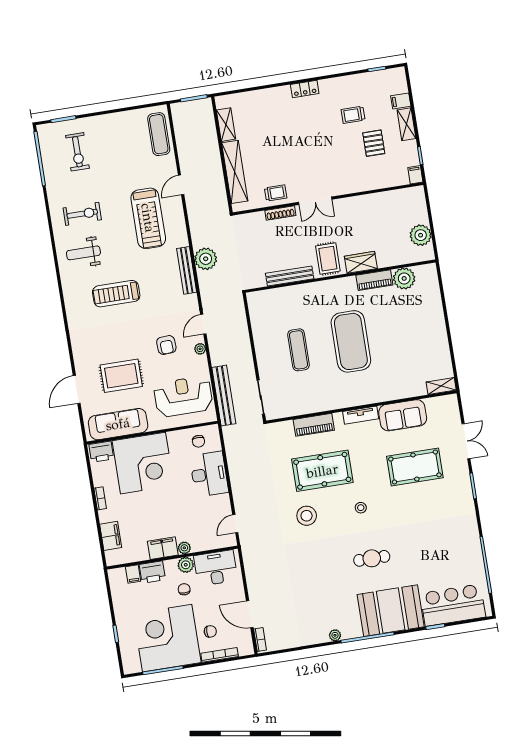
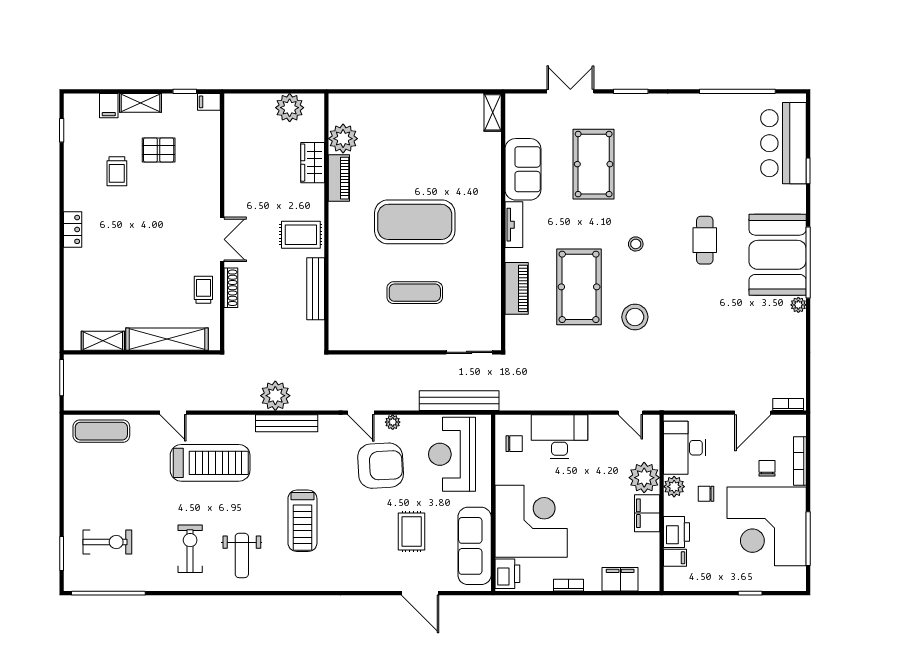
wardrobe: (361, 262) -> (313, 163), moved
armchair: (166, 345) -> (381, 466), width x1.88, depth x1.88
rug: (121, 376) -> (412, 532), width x0.73, depth x0.70
plant: (184, 548) -> (644, 478), width x1.87, depth x1.87
booth: (391, 611) -> (778, 255), moved

